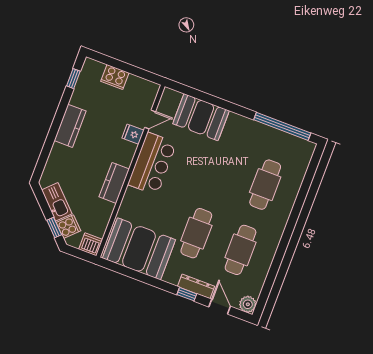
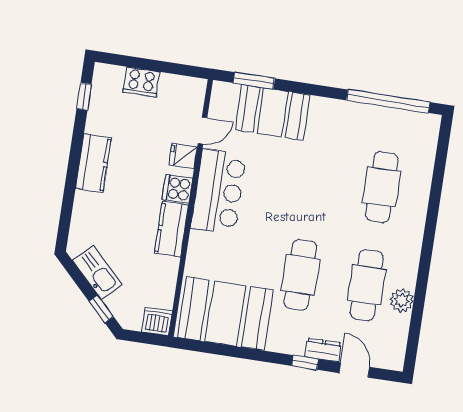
window: (193, 93) -> (254, 81), added
cooker: (68, 227) -> (177, 189), moved, turned -135
dresser: (196, 286) -> (323, 350), width x0.70
plant: (248, 304) -> (402, 300), moved

